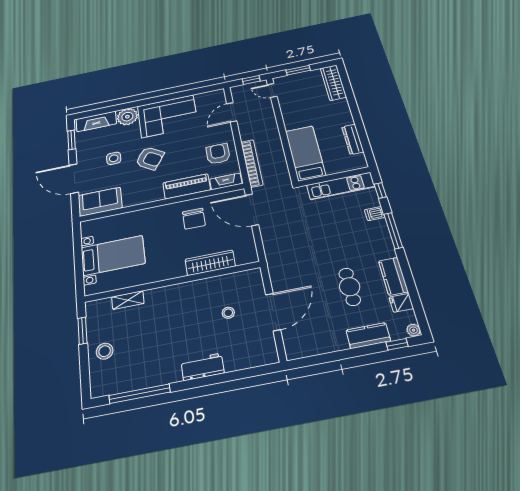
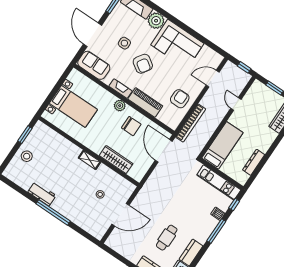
door: (272, 91) -> (236, 104), moved
fireplace: (226, 181) -> (120, 89), moved
plant: (163, 212) -> (120, 106), added
chair: (194, 219) -> (131, 126), turned -90
shelving: (128, 300) -> (89, 160), moved
workbench: (203, 367) -> (42, 194), moved
window: (140, 394) -> (53, 212), moved

